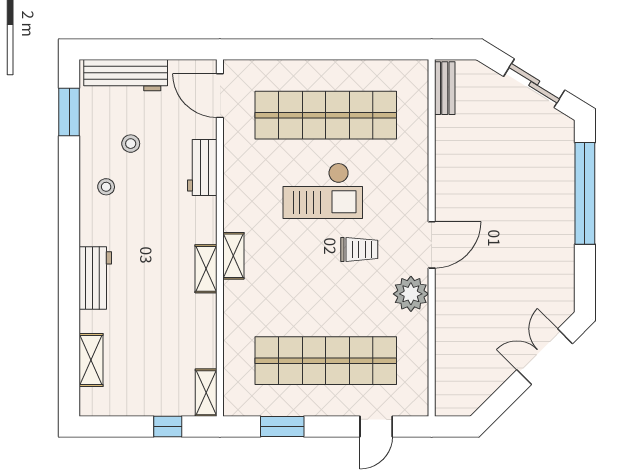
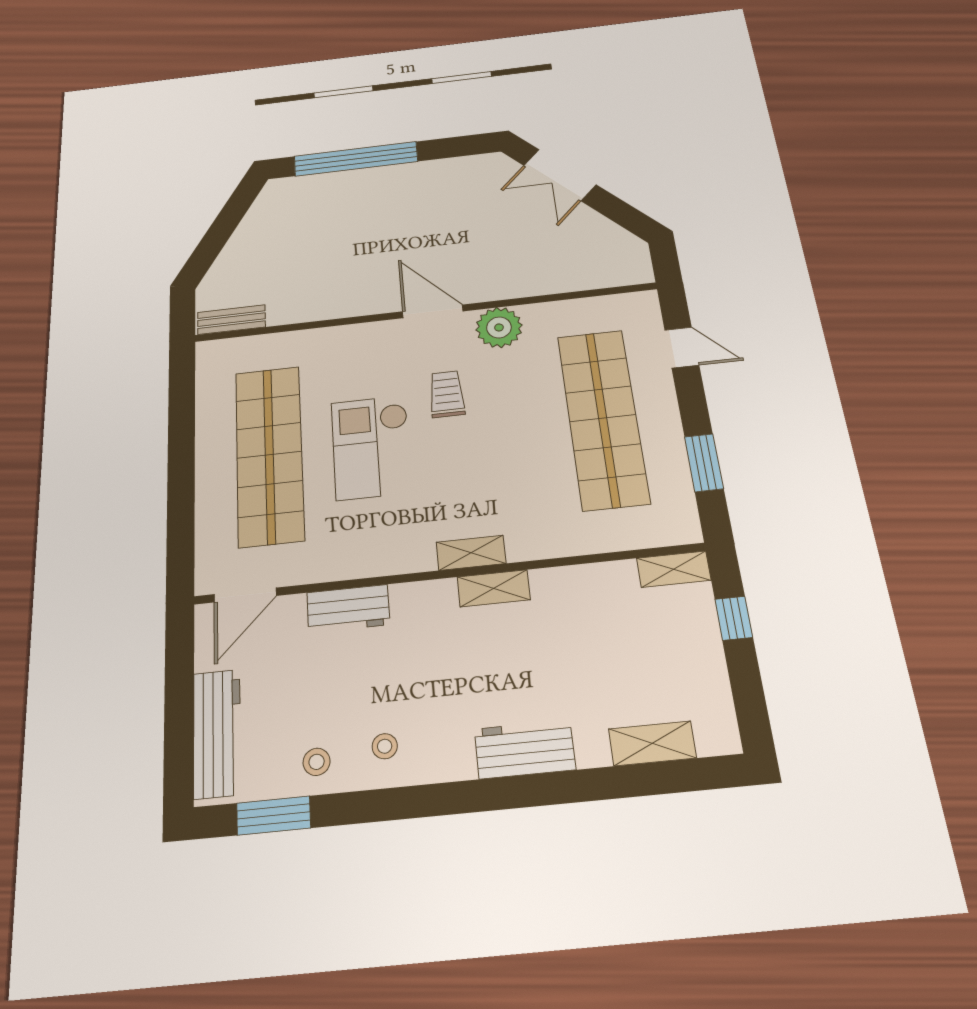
sliding door: (534, 83) -> (224, 225), removed
stool: (131, 144) -> (317, 762), moved
checkout: (323, 191) -> (371, 447), turned 180

